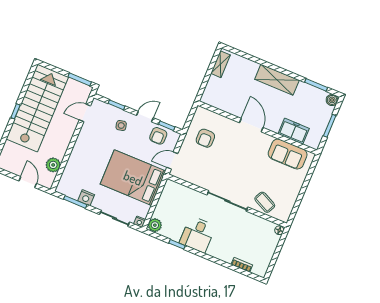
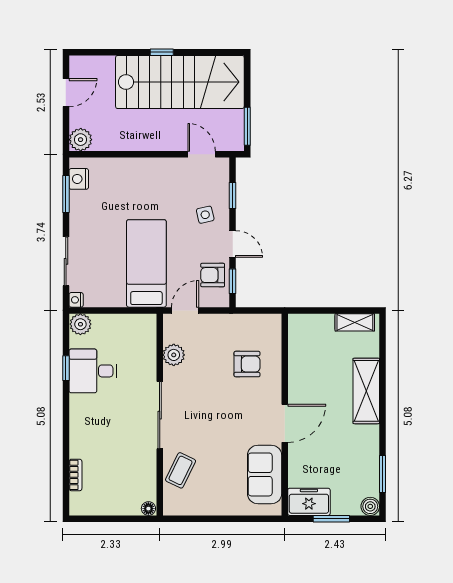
shelving: (277, 80) -> (366, 391), moved
door: (251, 125) -> (285, 423), moved
freezer: (294, 131) -> (309, 502), moved, turned -90
armchair: (205, 138) -> (247, 364), moved, turned 180
door: (172, 161) -> (185, 310), hinge flipped
plant: (53, 165) -> (81, 140), moved
bed: (133, 178) -> (146, 263), width x0.67
plant: (196, 178) -> (174, 355), added
door: (28, 182) -> (66, 93), moved
nightstand: (86, 198) -> (79, 179), moved
desk: (197, 234) -> (93, 371), moved

